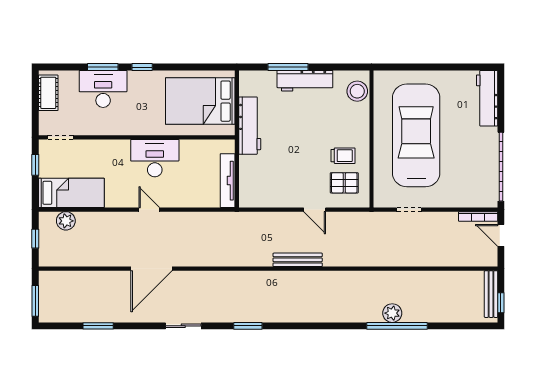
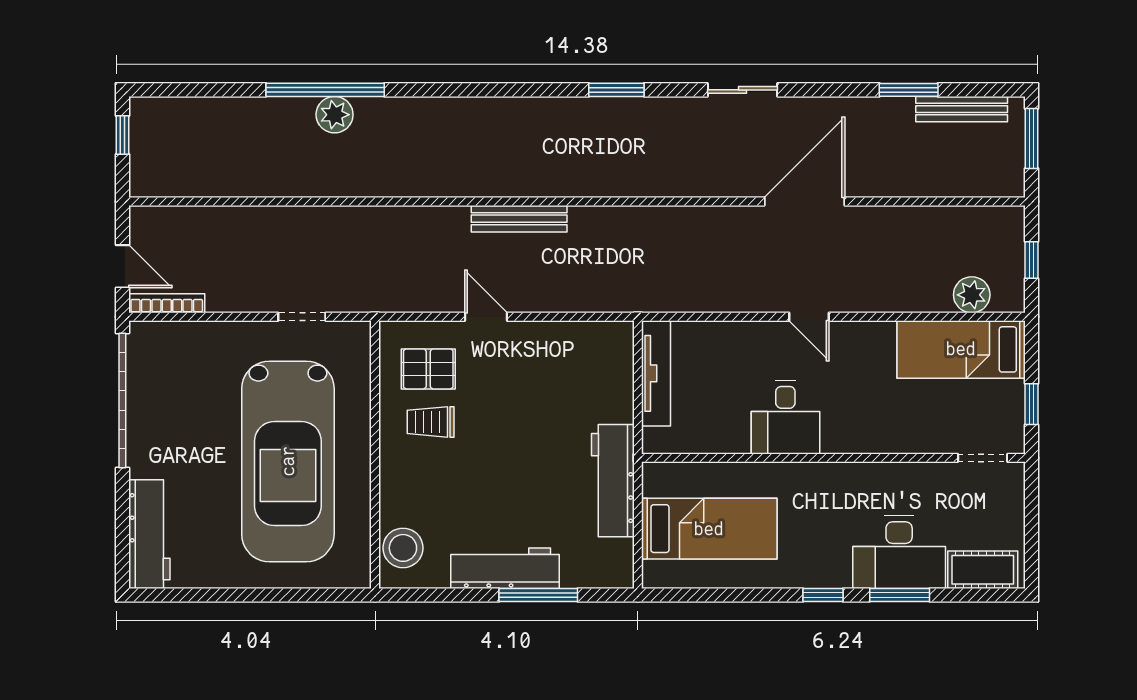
cot: (48, 93) -> (983, 570), moved, turned 90
bed: (200, 101) -> (709, 529), width x0.67
desk: (155, 158) -> (785, 417), width x0.73
bench: (491, 294) -> (962, 109), moved, turned 90

